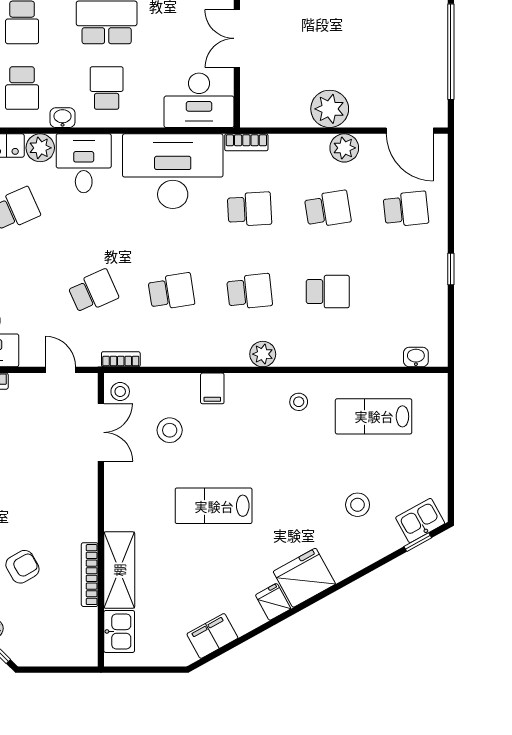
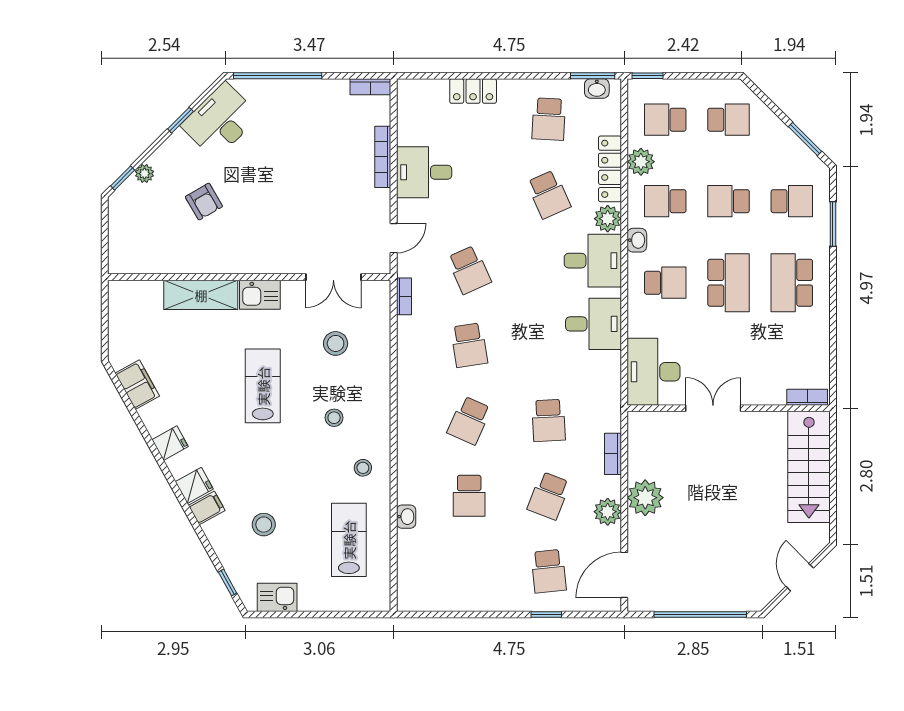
bookcase: (246, 142) -> (613, 454), moved
desk: (173, 171) -> (593, 324), width x0.53, depth x0.77
school desk: (328, 209) -> (549, 496), turned 30
window: (451, 269) -> (546, 615), moved
school desk: (250, 292) -> (469, 420), turned 30
plant: (263, 354) -> (409, 433), removed
washbasin: (416, 357) -> (406, 517), moved
filing cabinet: (212, 388) -> (207, 508), moved, turned 151
stool: (120, 391) -> (334, 418), moved
kitchen sink: (420, 520) -> (277, 597), moved, turned -61
bookcase: (90, 575) -> (196, 266), removed
fridge: (304, 578) -> (194, 485), width x0.53, depth x0.75
kitchen sink: (119, 631) -> (260, 295), moved

